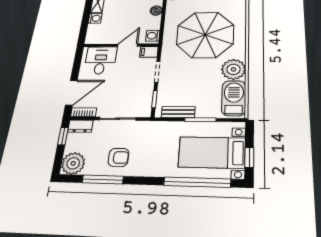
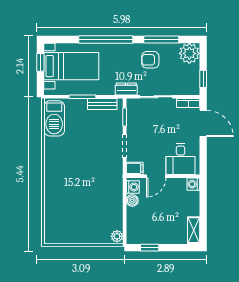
boiler: (156, 11) -> (132, 200), moved
washing machine: (95, 18) -> (193, 184), moved
parasol: (205, 35) -> (82, 187), removed
plant: (233, 69) -> (55, 148), removed
door: (71, 93) -> (203, 123), swing flipped
dresser: (80, 126) -> (126, 89), moved
window: (197, 182) -> (106, 40), moved

